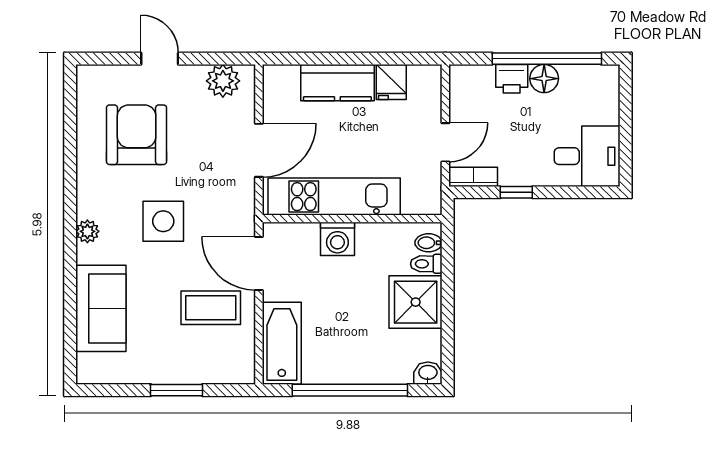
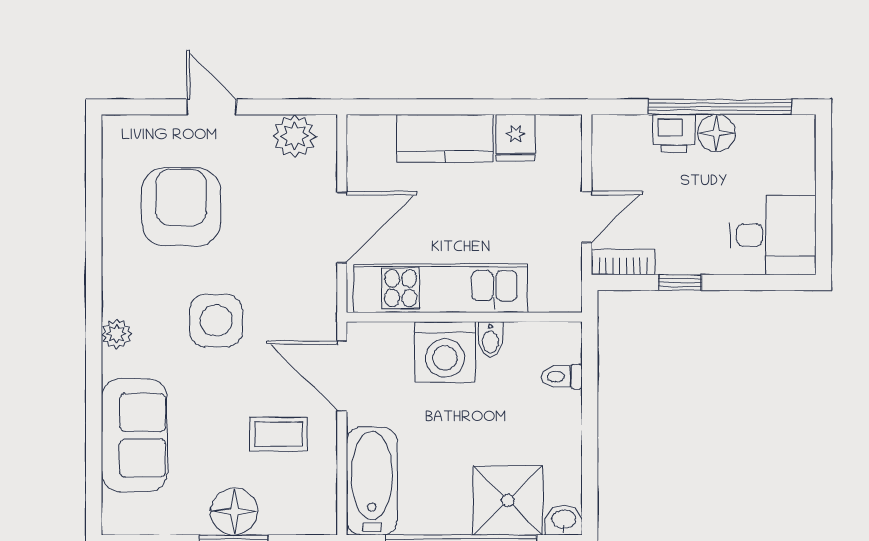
washing machine: (337, 239) -> (445, 352), width x1.37, depth x1.37
bidet: (428, 243) -> (490, 339), moved, turned -90
shower: (416, 302) -> (508, 500), moved
coffee table: (211, 308) -> (278, 434), width x0.73, depth x0.77
floor lamp: (177, 367) -> (234, 512), added

